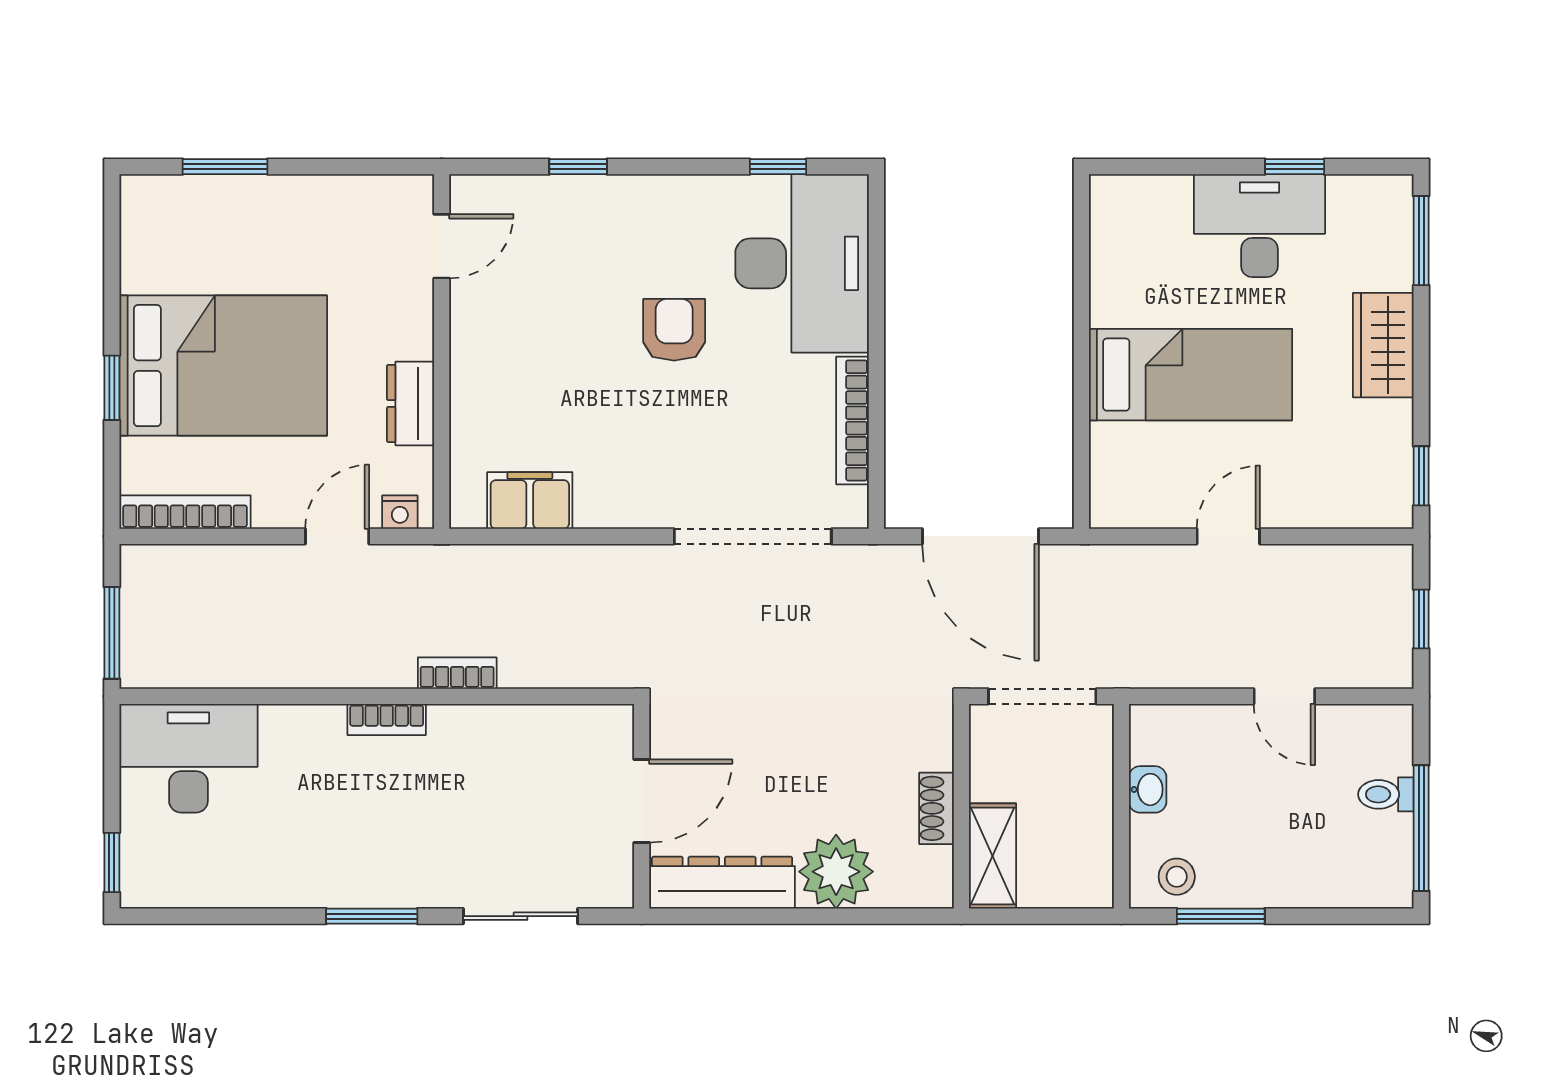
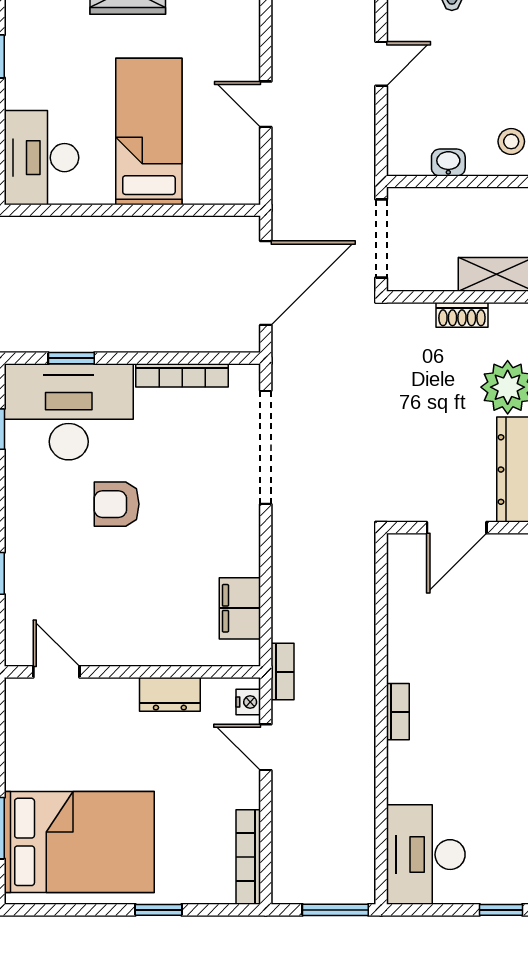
desk: (1259, 226) -> (41, 158), moved
window: (876, 267) -> (71, 358), added
bed: (223, 366) -> (79, 842), moved, turned 90
bookcase: (457, 673) -> (282, 672), moved, turned 180
door: (642, 801) -> (457, 528), swing flipped

